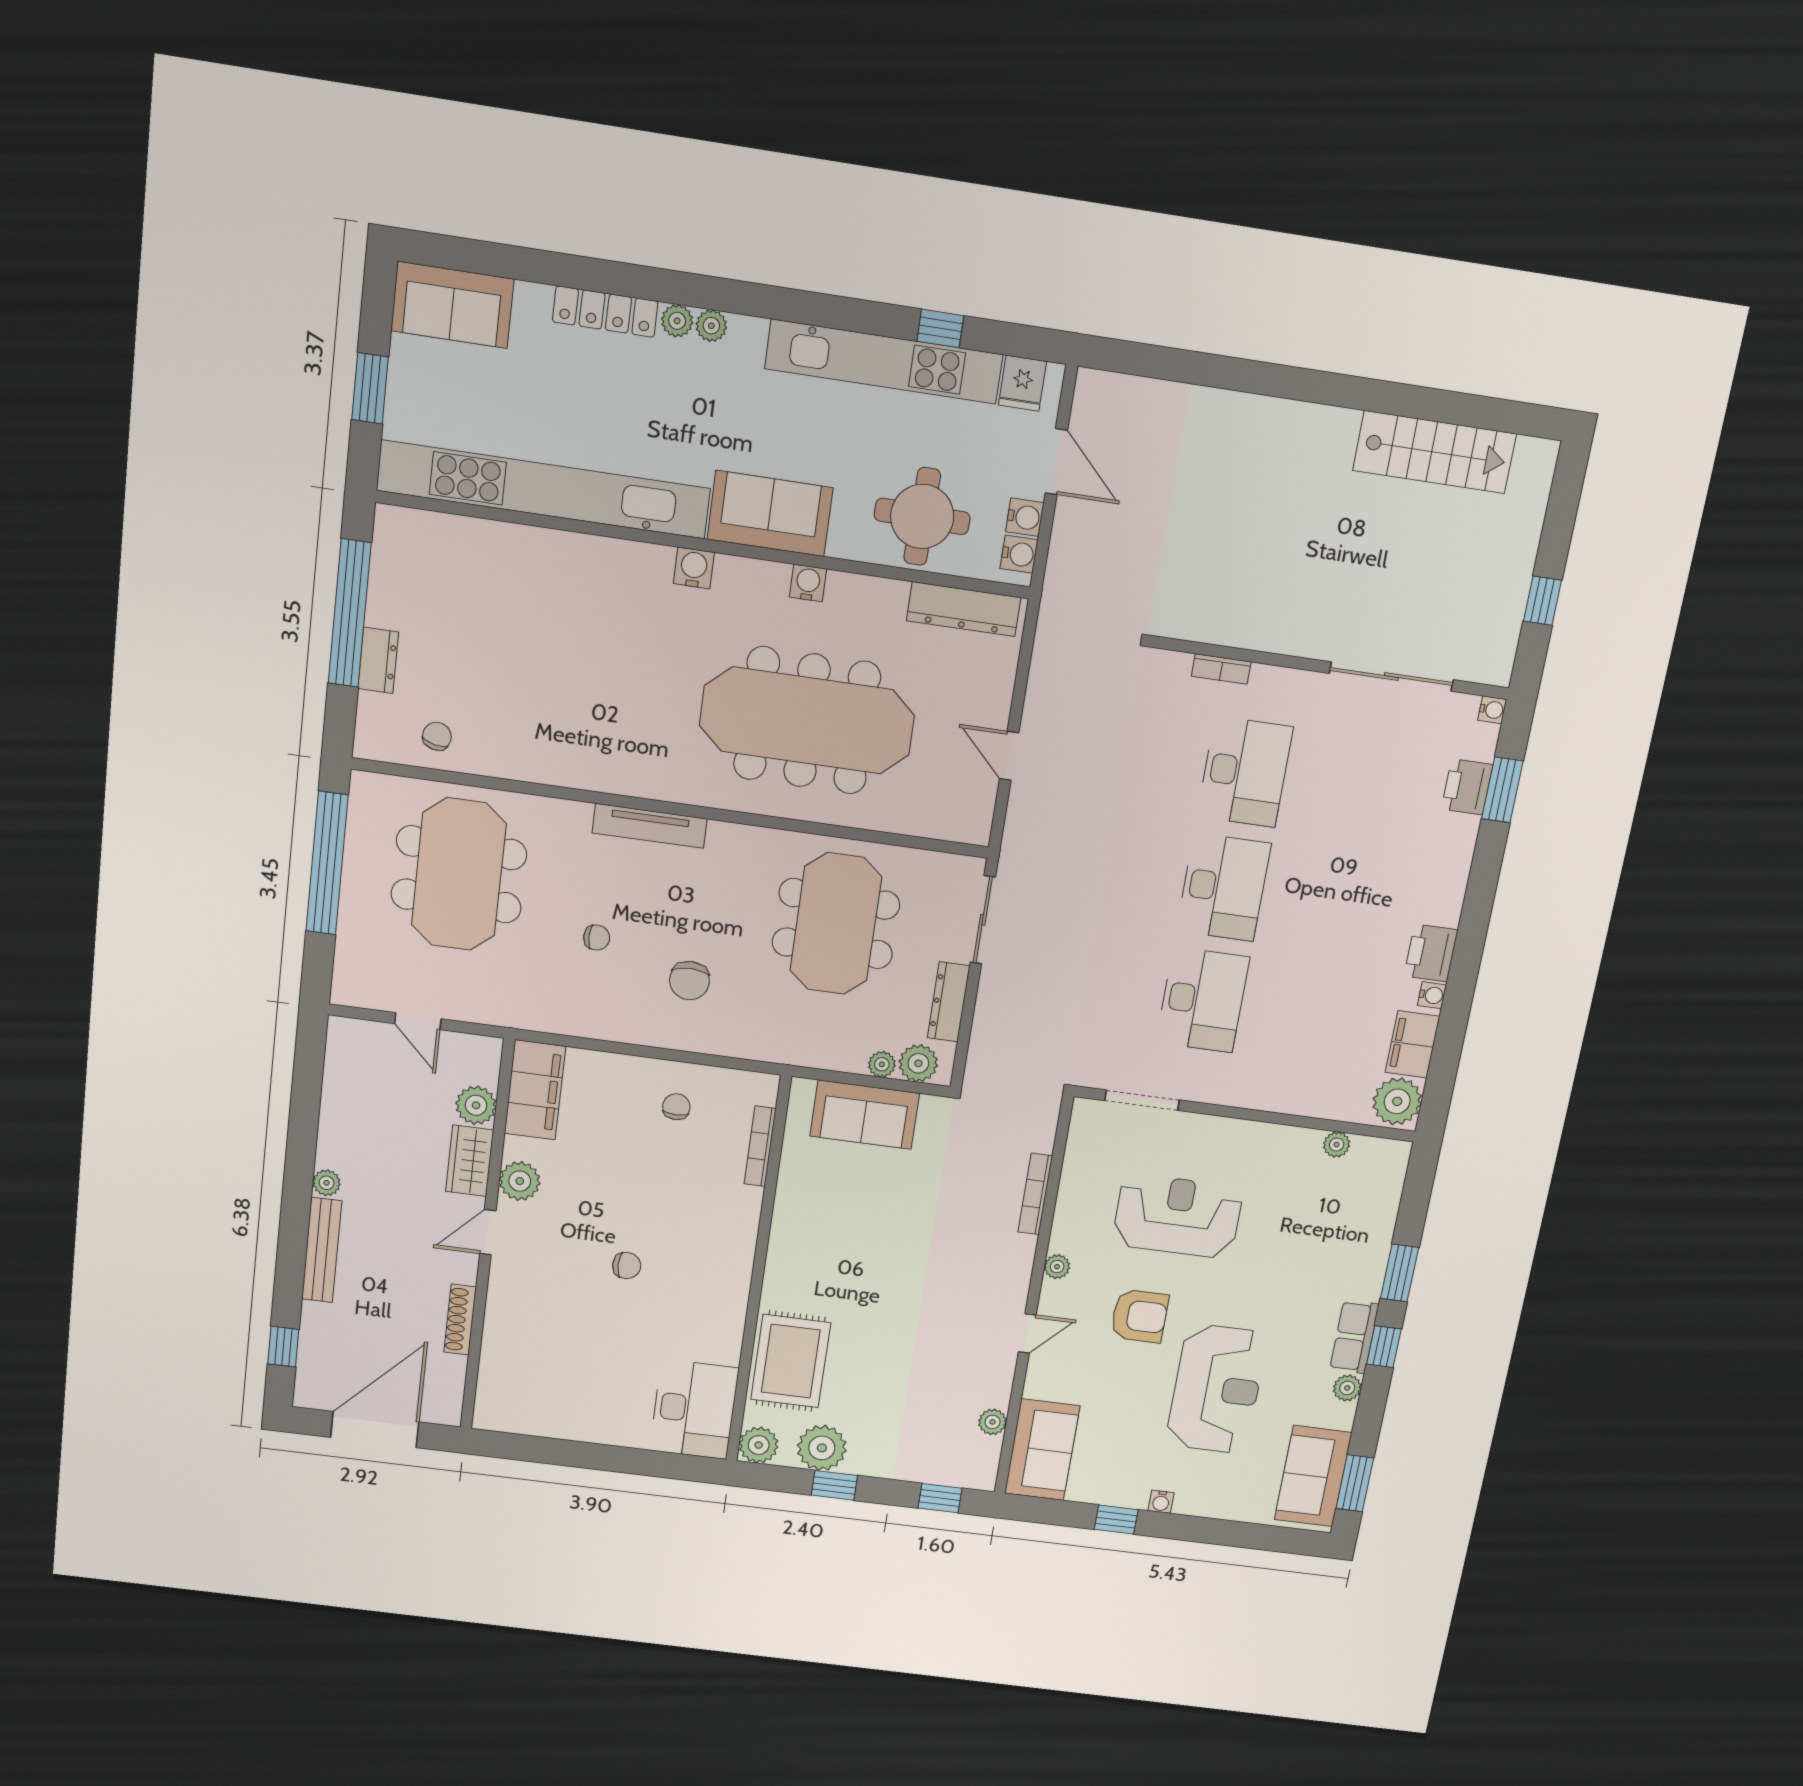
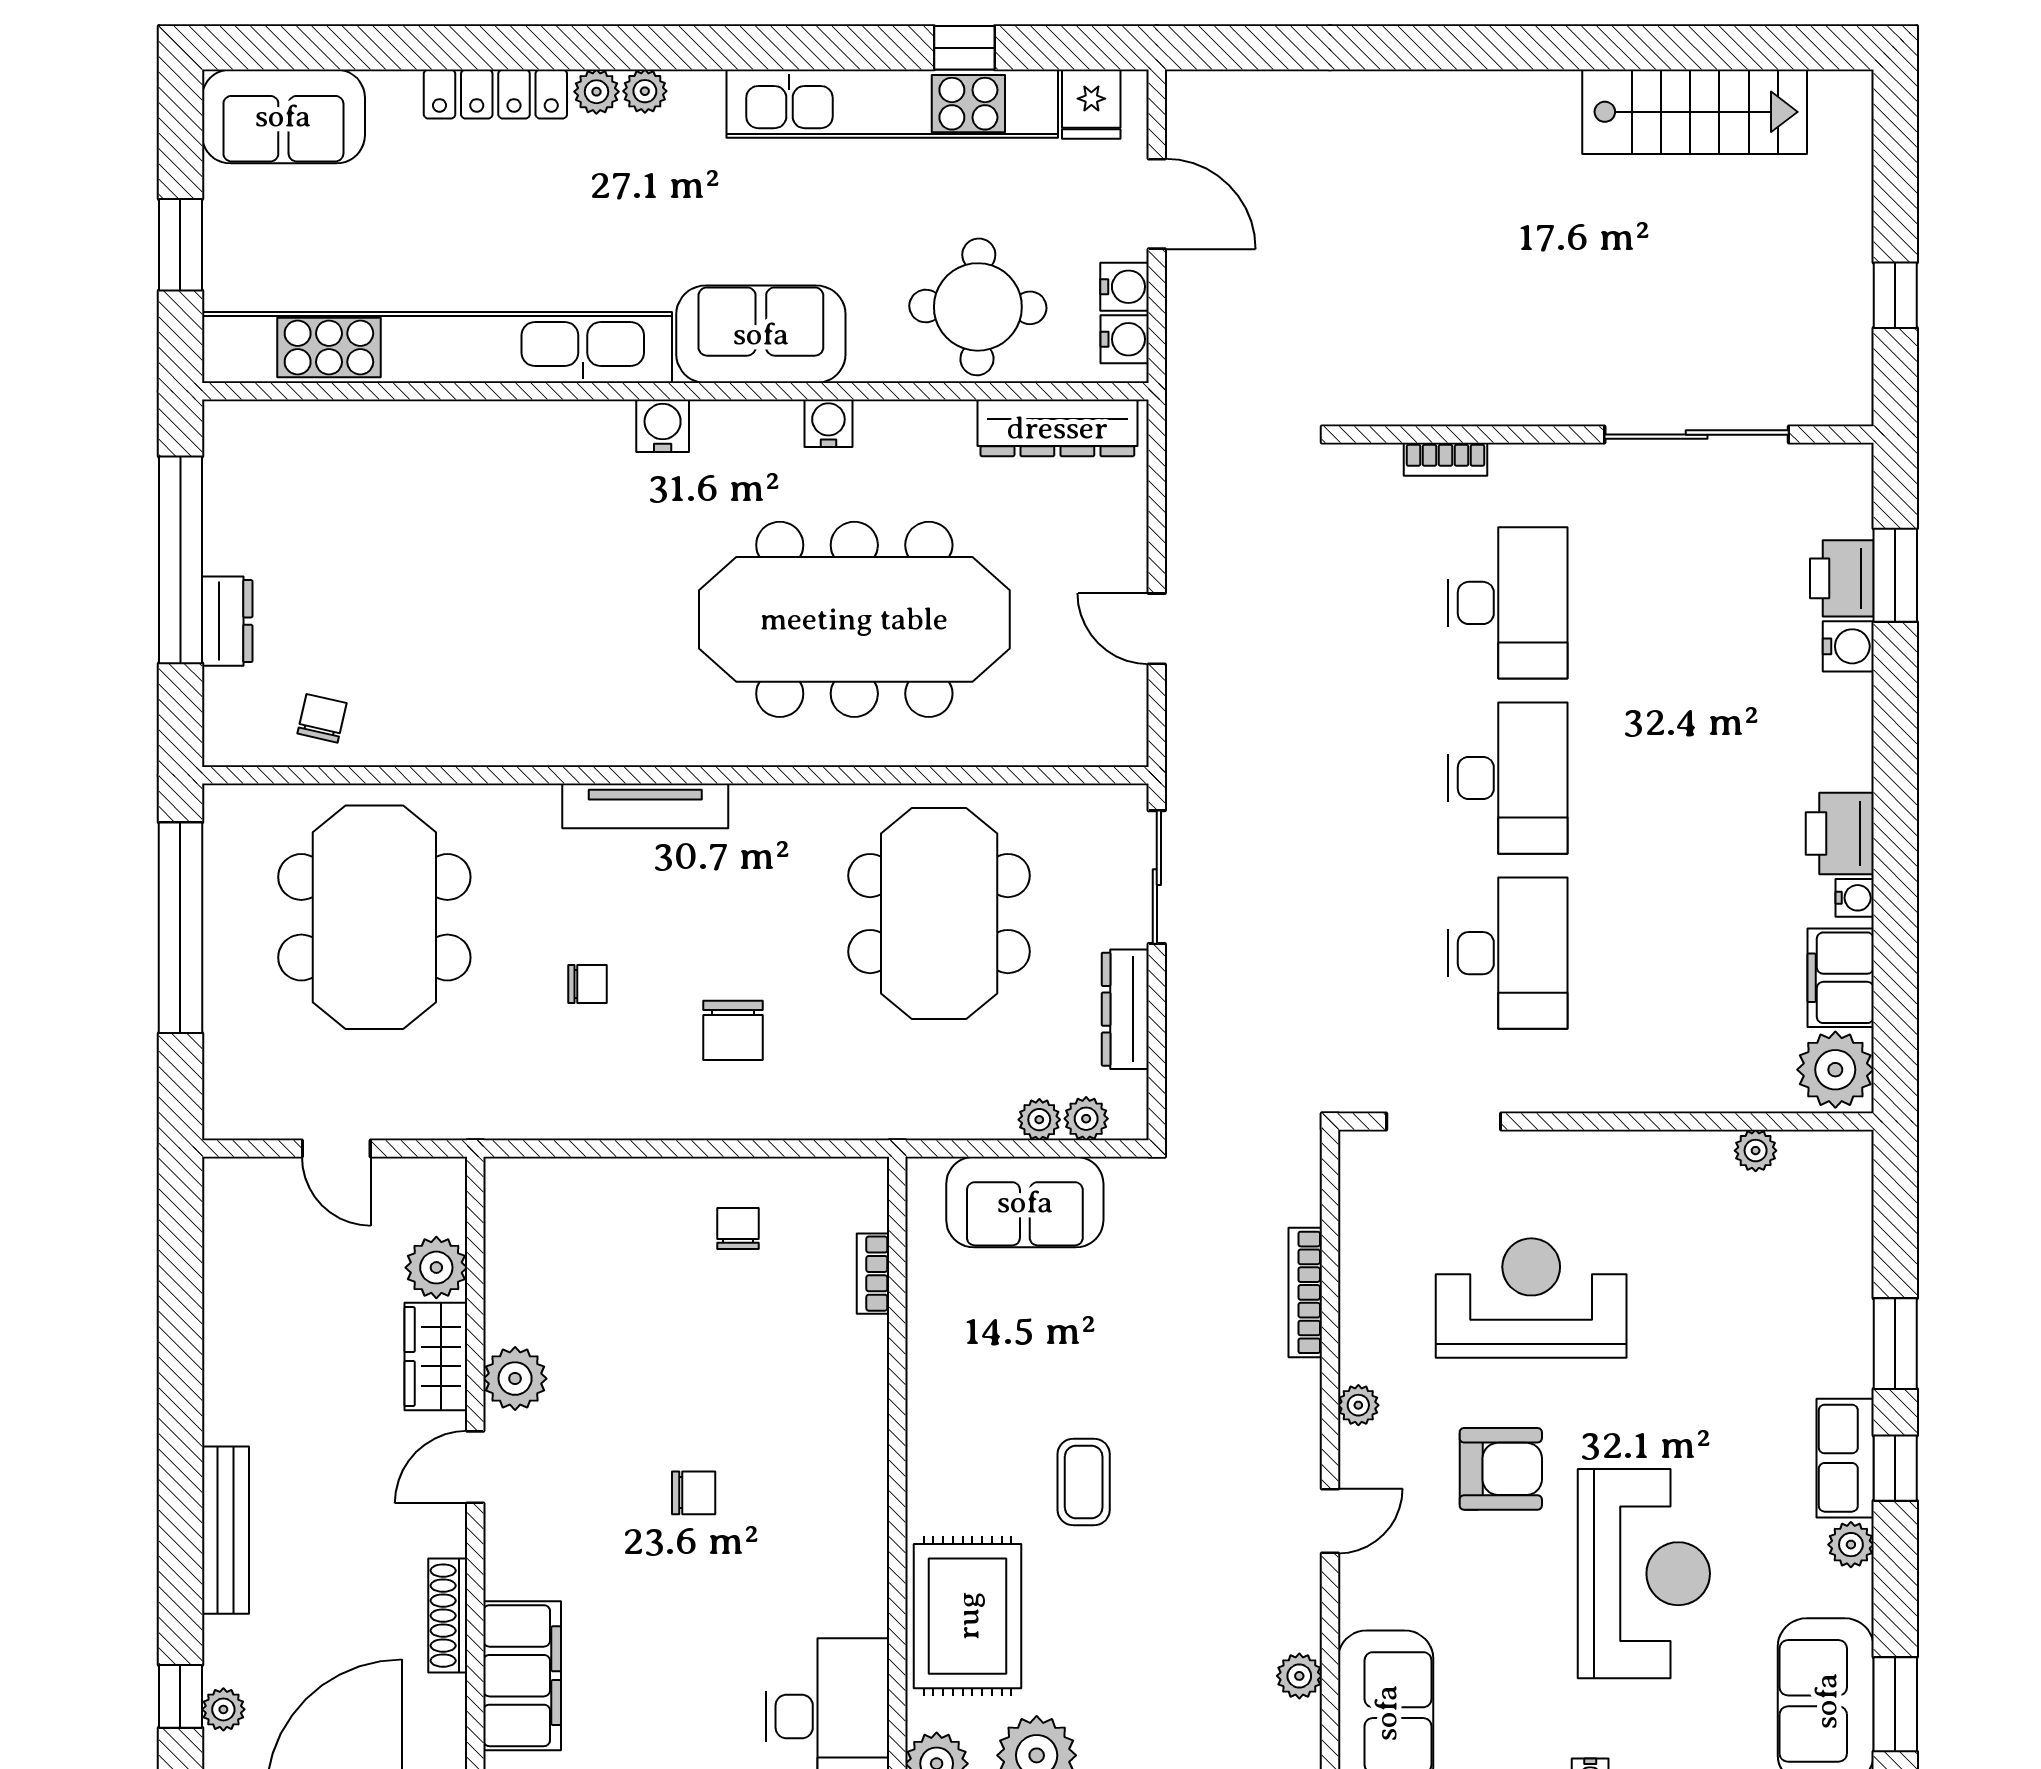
water cooler: (1492, 710) -> (1848, 646), moved, width x1.38, depth x1.38
plant: (918, 1063) -> (1086, 1119), width x0.73, depth x0.73
filing cabinet: (535, 1090) -> (522, 1676), moved
bookcase: (760, 1146) -> (873, 1274), width x0.64
plant: (327, 1183) -> (223, 1709), moved
coffee table: (876, 1291) -> (1084, 1482), added

